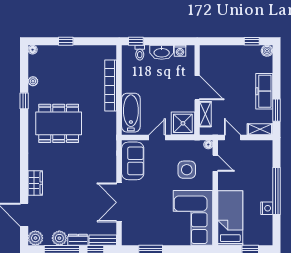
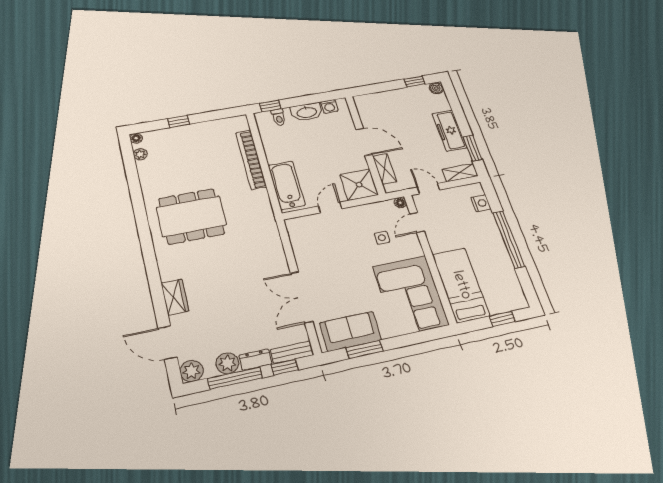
plant: (33, 81) -> (140, 154), moved
window: (24, 101) -> (137, 198), removed
sofa: (133, 161) -> (350, 331), moved, turned -90
door: (215, 163) -> (417, 223), swing flipped
side table: (187, 170) -> (382, 238), width x0.54, depth x0.54
nightstand: (267, 208) -> (481, 203), moved

